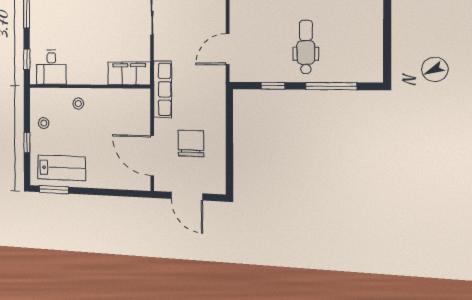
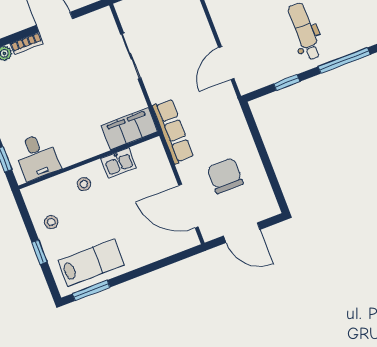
kitchen sink: (111, 98) -> (119, 163), added

